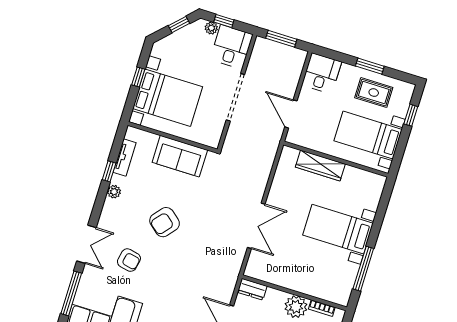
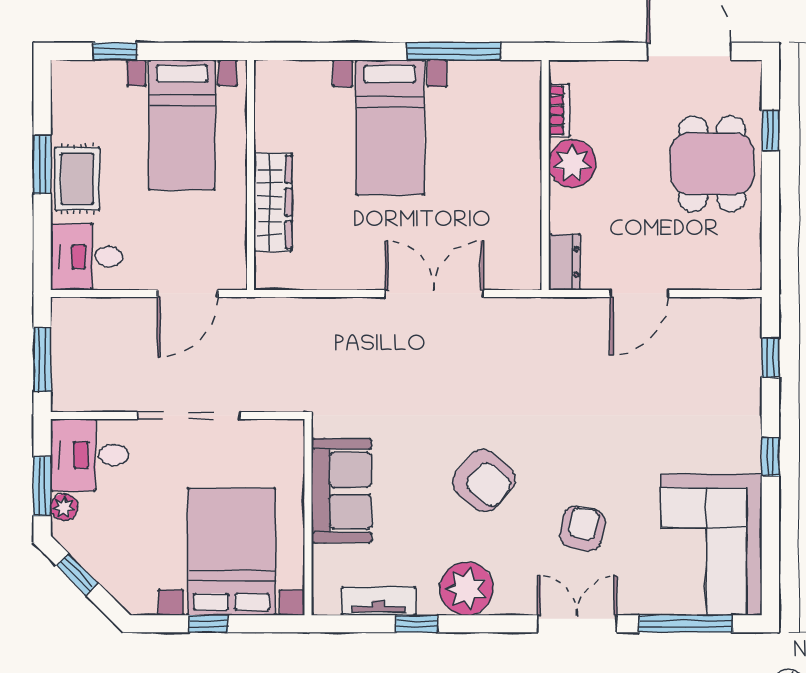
window: (224, 21) -> (42, 486), width x1.50
rug: (374, 93) -> (77, 179), moved
plant: (114, 192) -> (467, 589), width x1.88, depth x1.88

